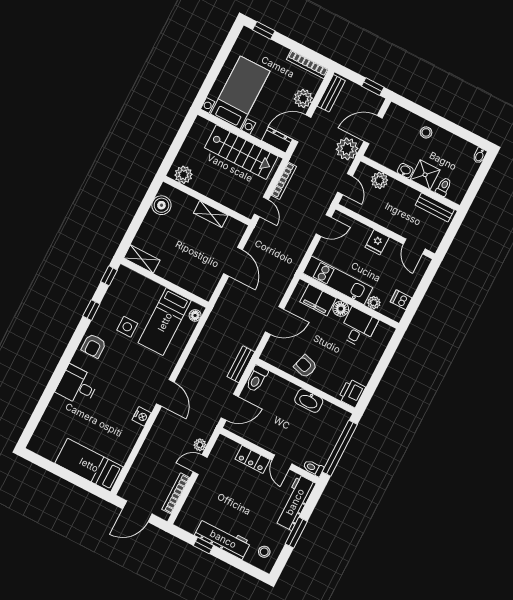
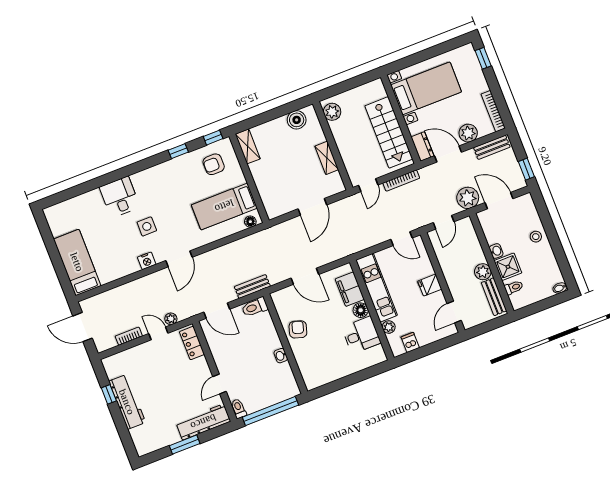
plant: (379, 180) -> (483, 272), moved
side table: (127, 327) -> (147, 226), moved
armchair: (94, 346) -> (214, 164), moved
printer: (352, 393) -> (315, 379), removed
washbasin: (309, 401) -> (281, 356), width x0.52, depth x0.69
locker: (252, 459) -> (192, 343), moved
bookcase: (176, 493) -> (129, 336), width x0.64
stool: (264, 552) -> (149, 438), removed

